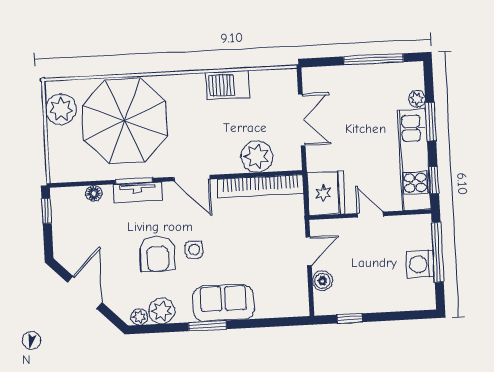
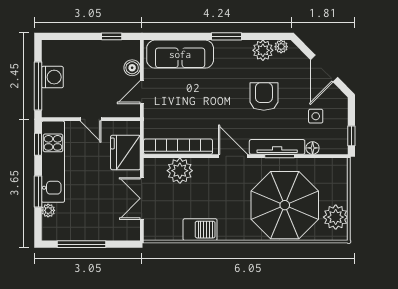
tv unit: (138, 192) -> (277, 147), width x1.41
fridge: (326, 193) -> (125, 152), moved
side table: (194, 250) -> (316, 116), moved
sofa: (223, 303) -> (180, 54), moved, width x1.36

